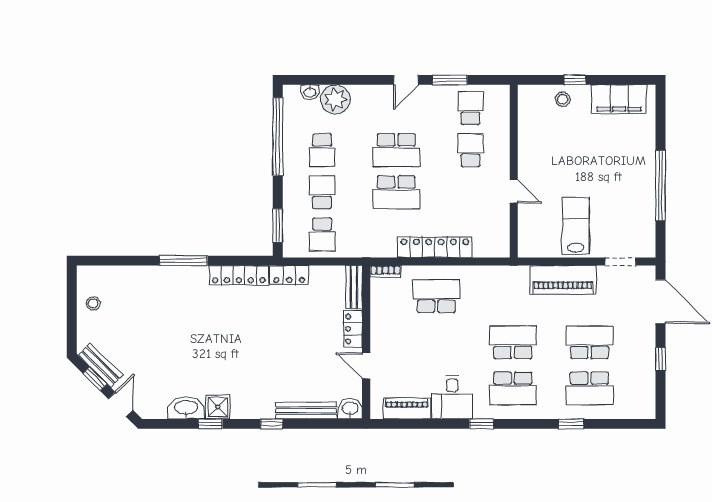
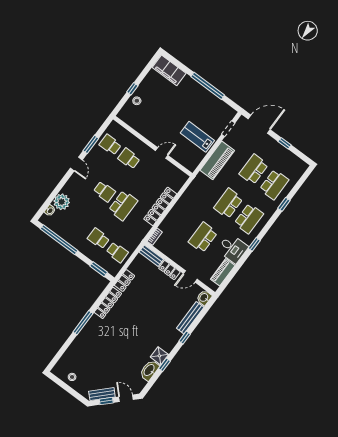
filing cabinet: (619, 99) -> (169, 70), moved, turned 90
school desk: (322, 150) -> (80, 224), removed
school desk: (396, 150) -> (104, 192), width x0.54
school desk: (436, 296) -> (203, 237), moved

